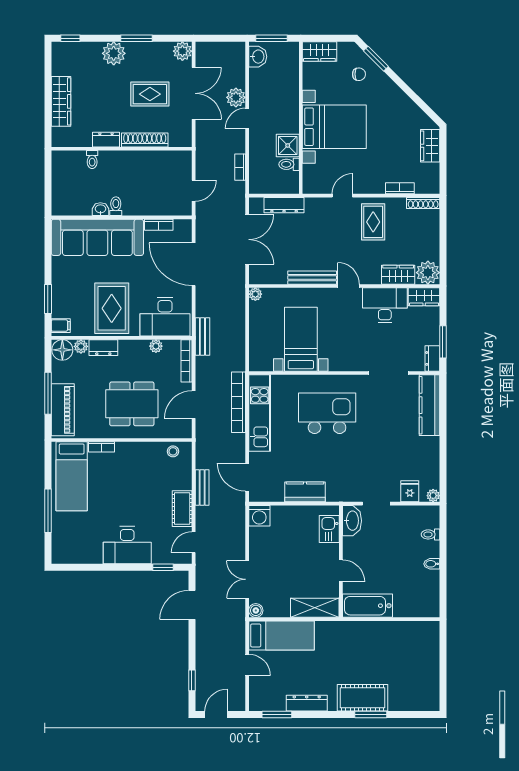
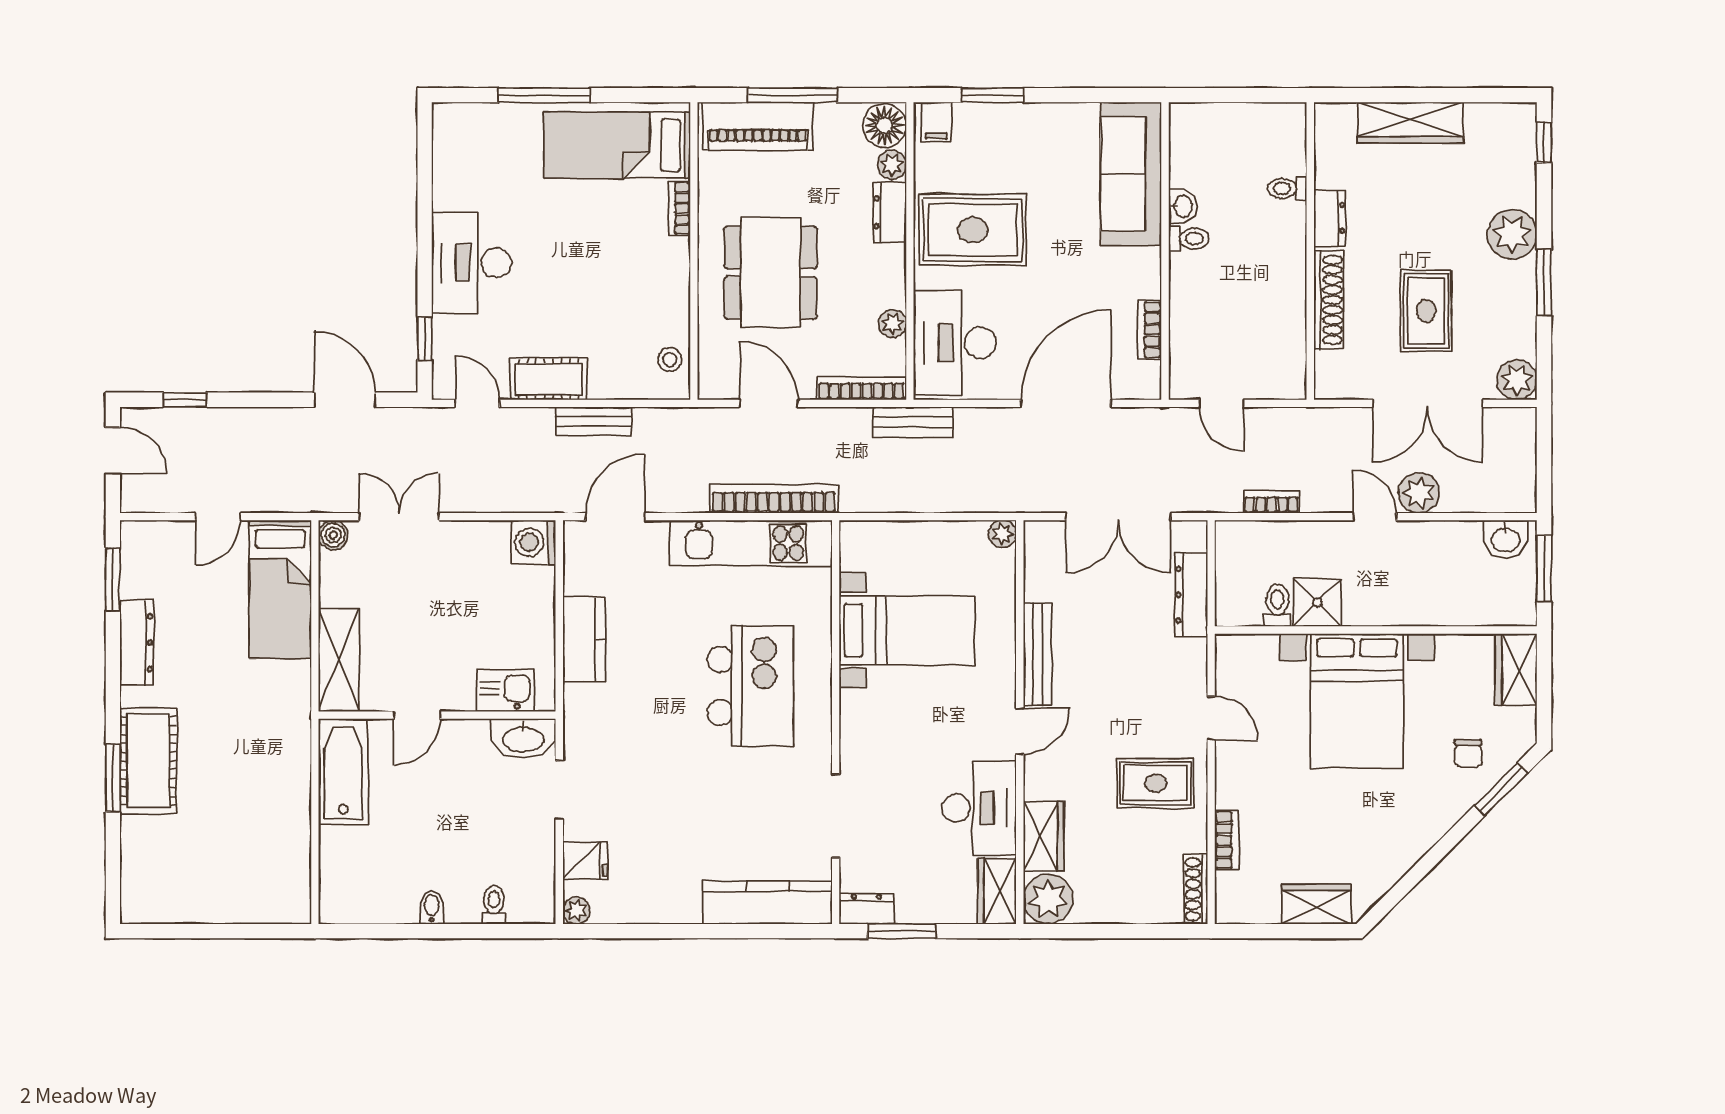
sofa: (97, 237) -> (1131, 174), width x0.74, depth x0.79

